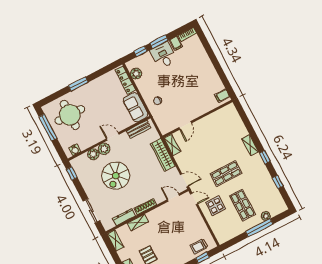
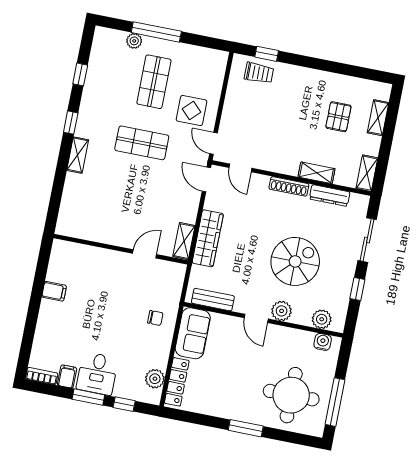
filing cabinet: (222, 96) -> (54, 291), moved
plant: (93, 154) -> (322, 319), moved
window: (72, 173) -> (357, 289), moved

